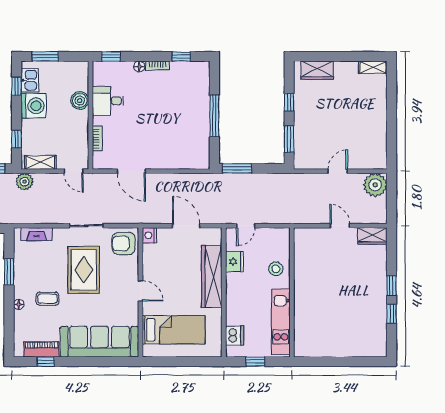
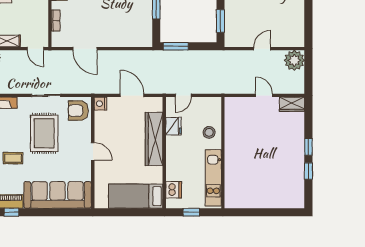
bed: (174, 330) -> (136, 196), moved, turned 180

